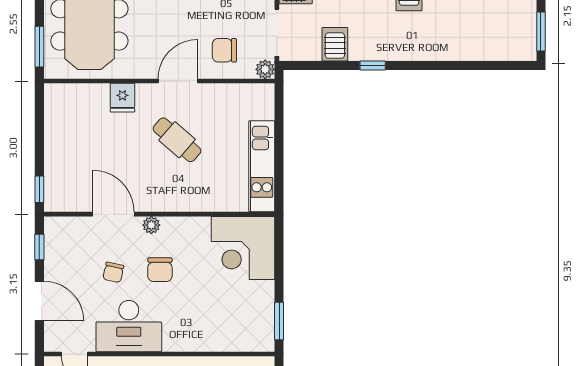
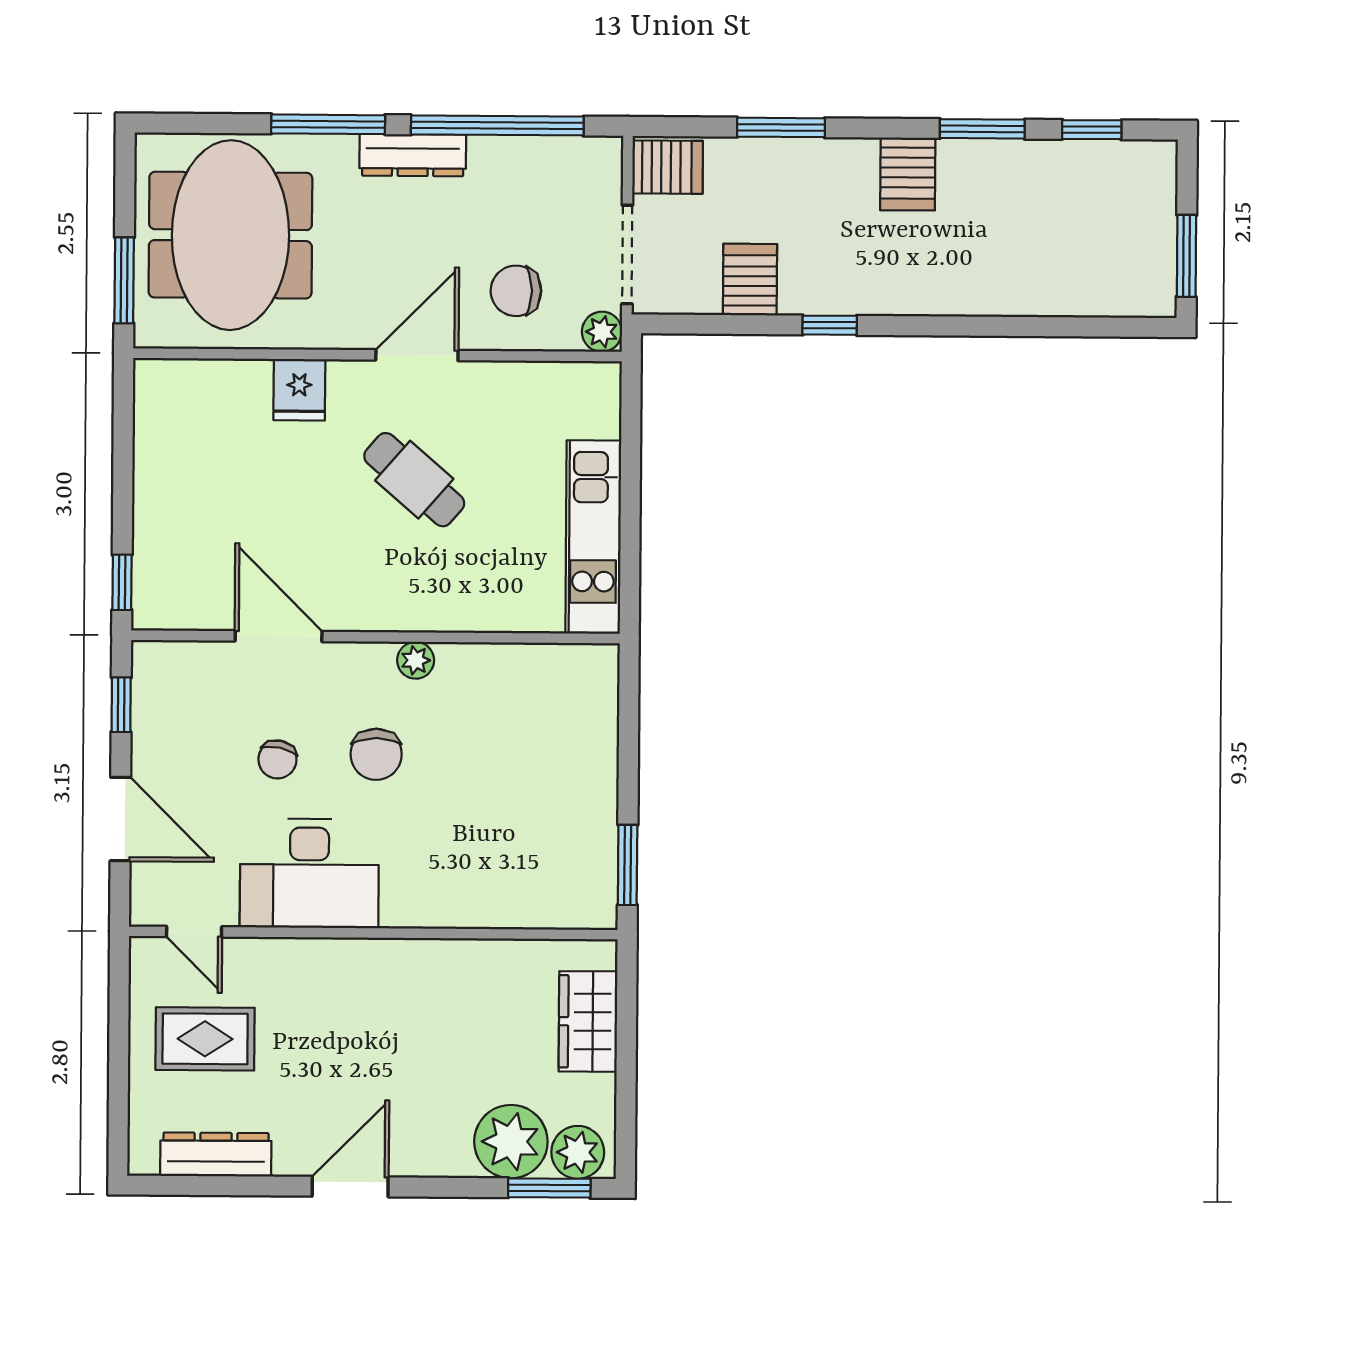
plant: (151, 225) -> (416, 660), moved
corner desk: (243, 248) -> (552, 710), removed

